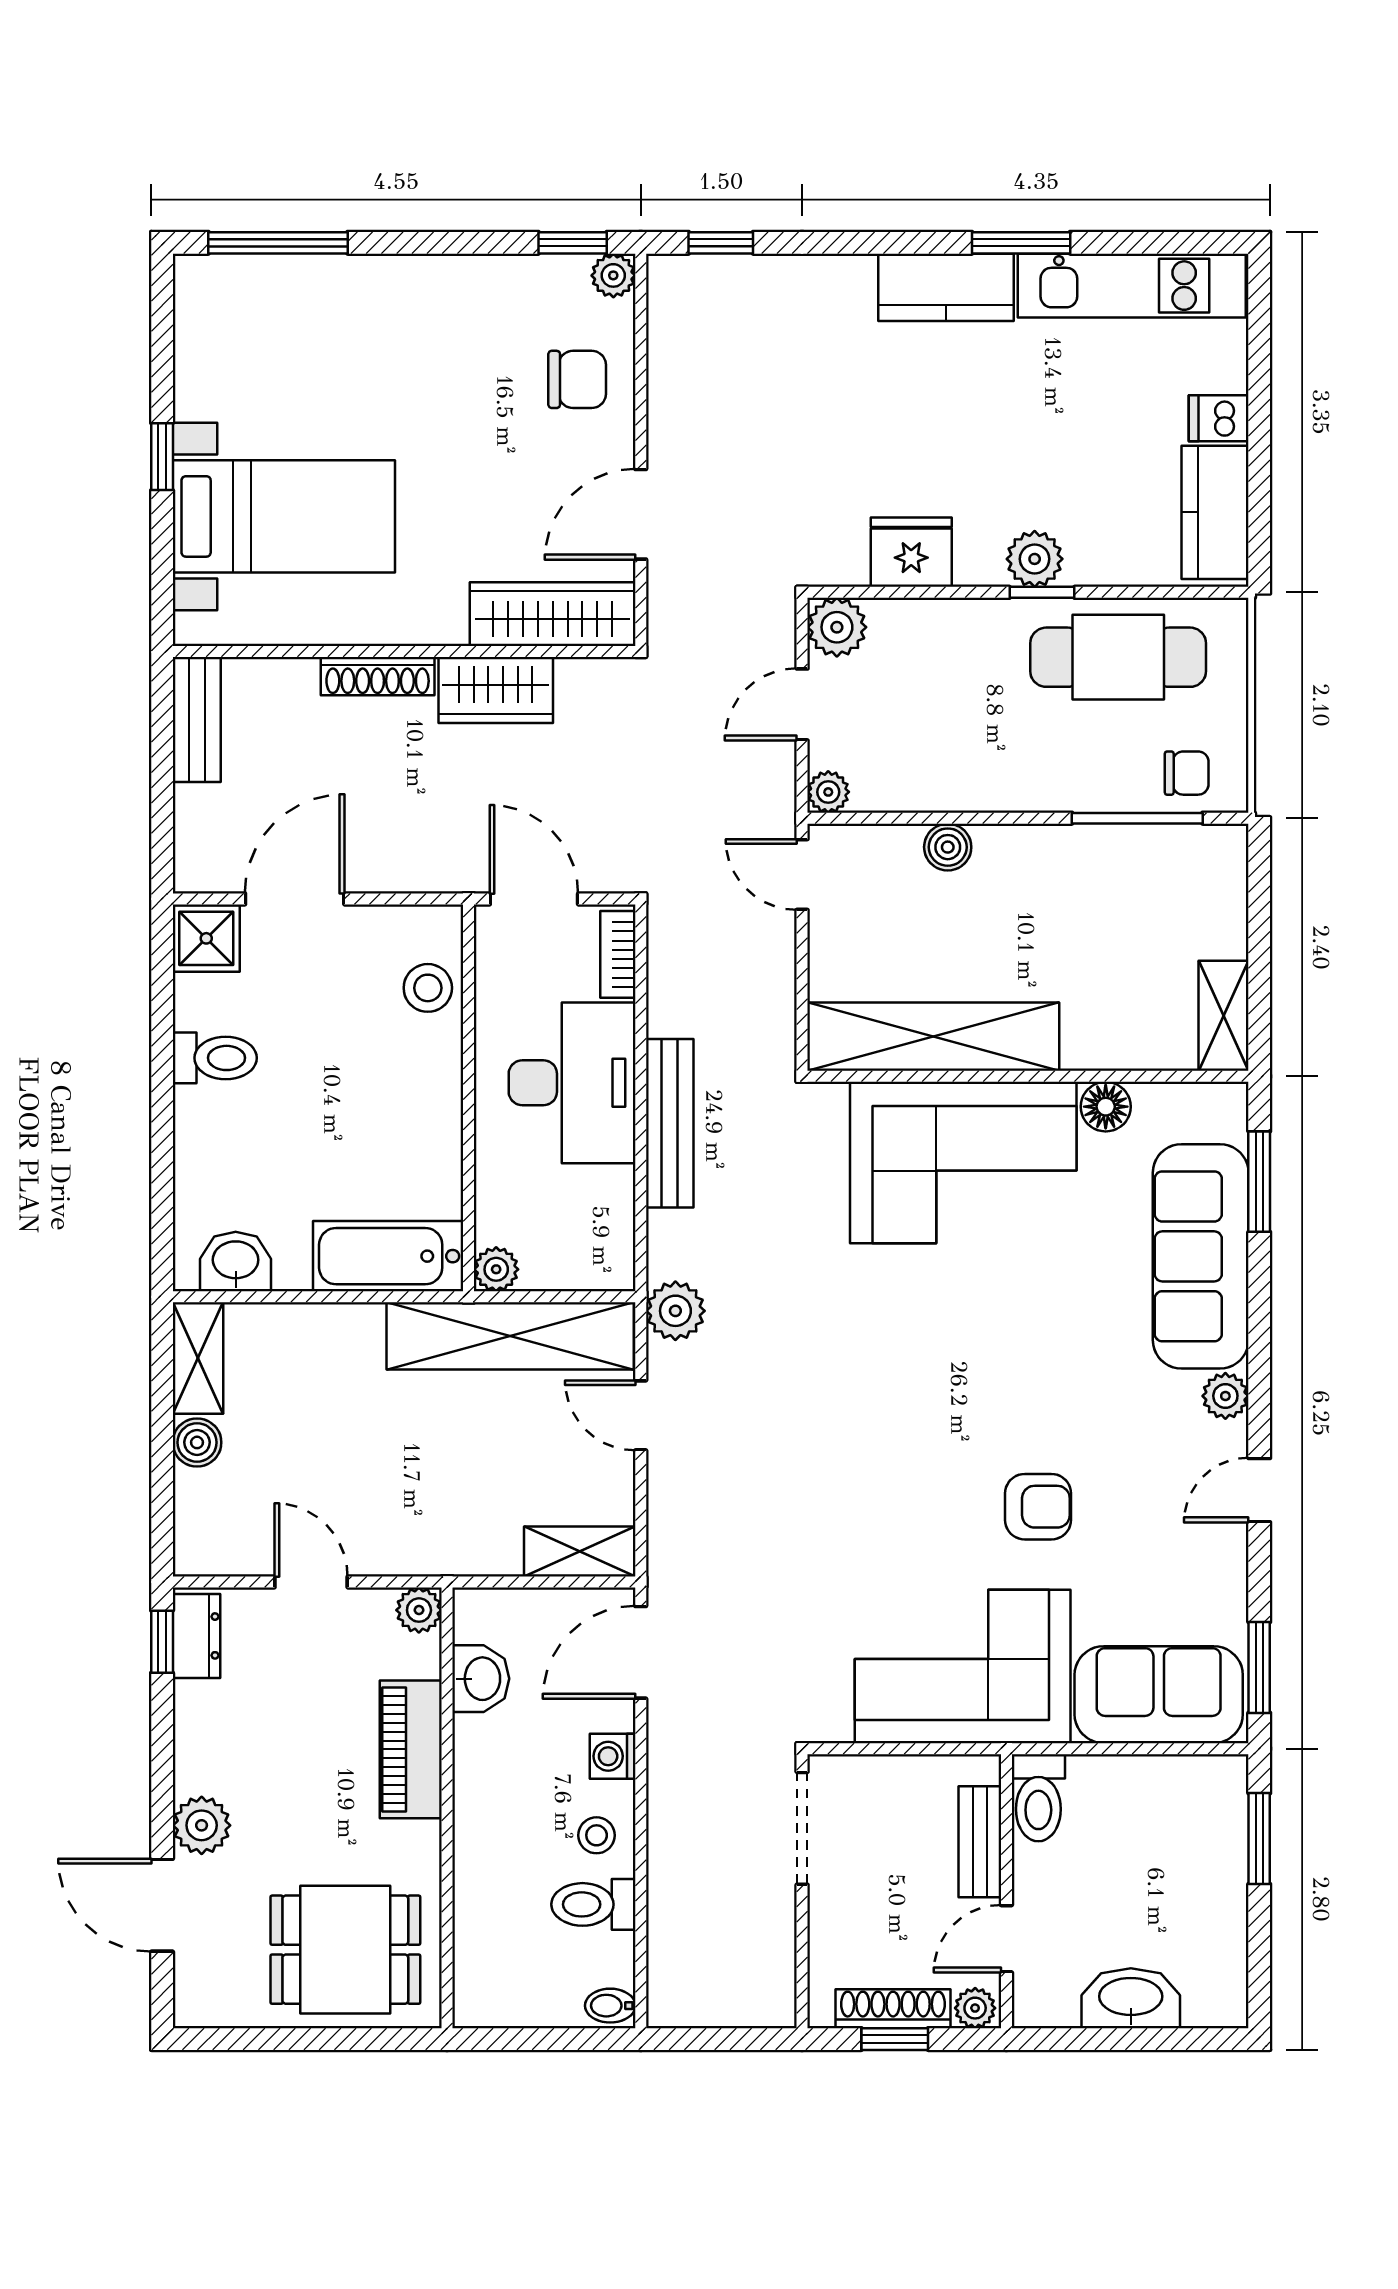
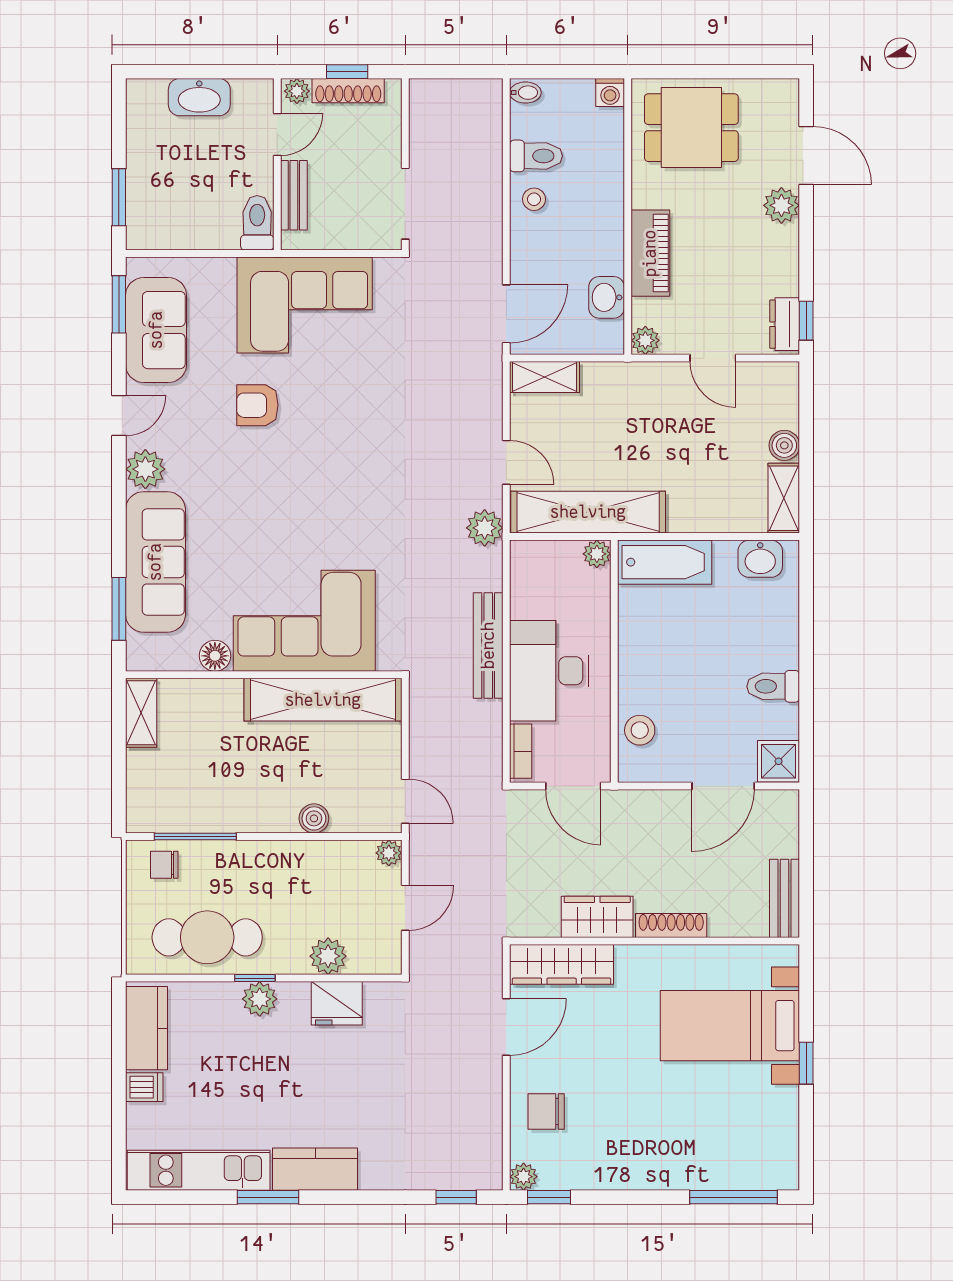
plant: (837, 627) -> (328, 956), moved
plant: (1225, 1396) -> (145, 469), width x1.38, depth x1.38
sofa: (1159, 1695) -> (156, 330), moved, turned -90
washing machine: (613, 1756) -> (610, 93), moved, turned 90

